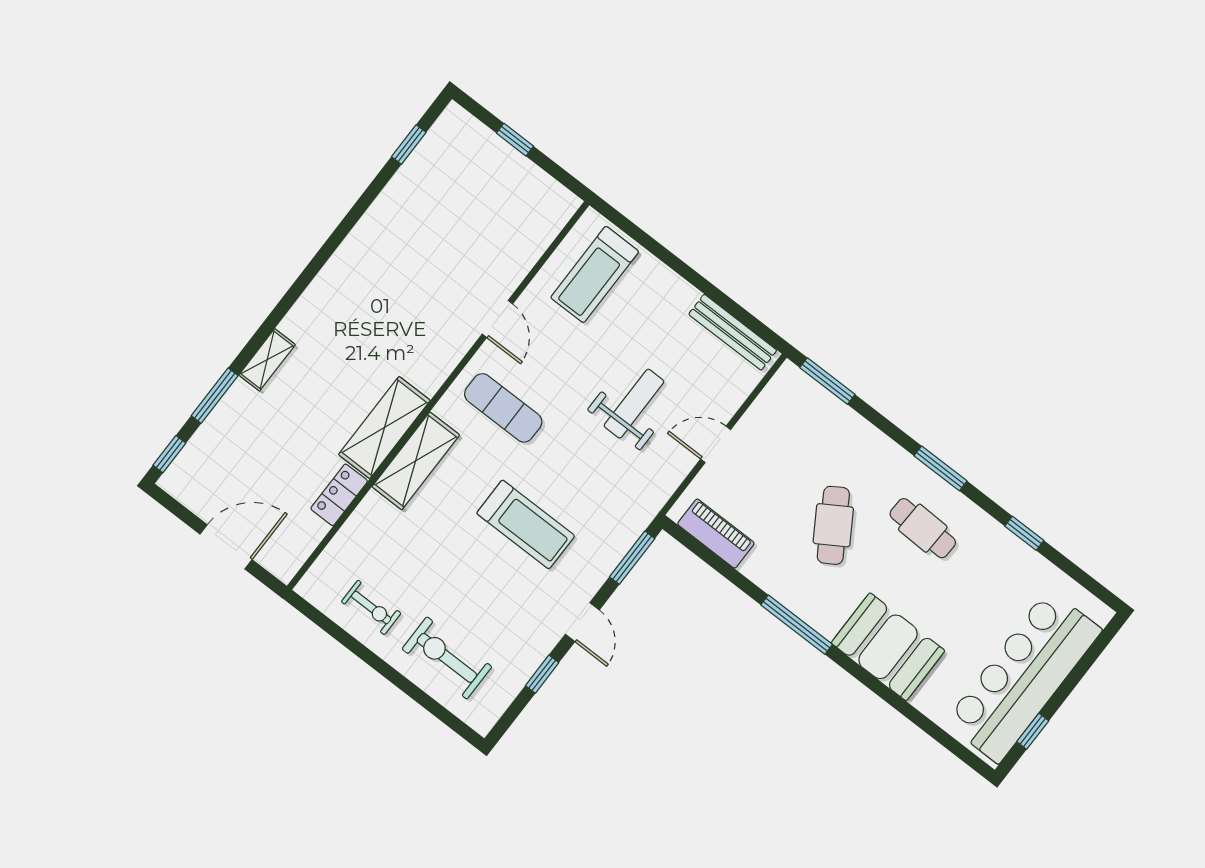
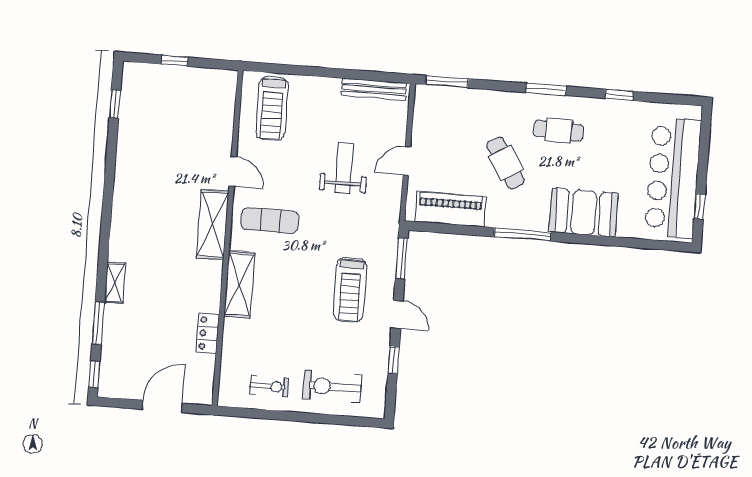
shelving: (384, 427) -> (213, 225), moved
treadmill: (526, 524) -> (350, 290), moved, turned 90
piano: (716, 534) -> (450, 209), width x1.37, depth x1.33

